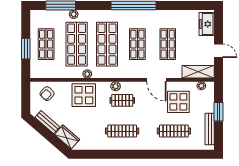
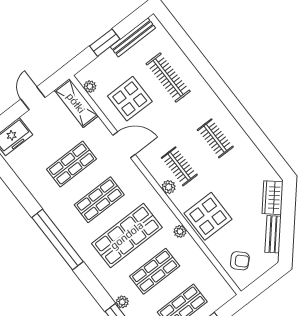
shop shelf: (77, 44) -> (155, 271), width x0.70, depth x0.74
door: (156, 80) -> (124, 145), hinge flipped
clothes rail: (122, 131) -> (215, 138), width x0.73

